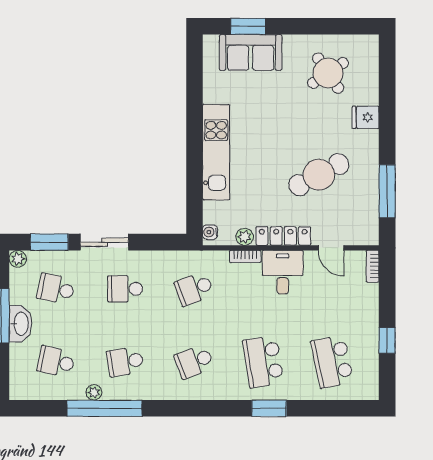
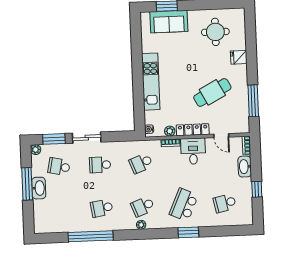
round table: (328, 73) -> (215, 32), turned 34
washbasin: (368, 301) -> (245, 167), added
school desk: (56, 362) -> (61, 210), removed
school desk: (263, 362) -> (184, 205), turned 33
school desk: (332, 362) -> (225, 203), width x0.54
plant: (94, 392) -> (141, 225), moved

